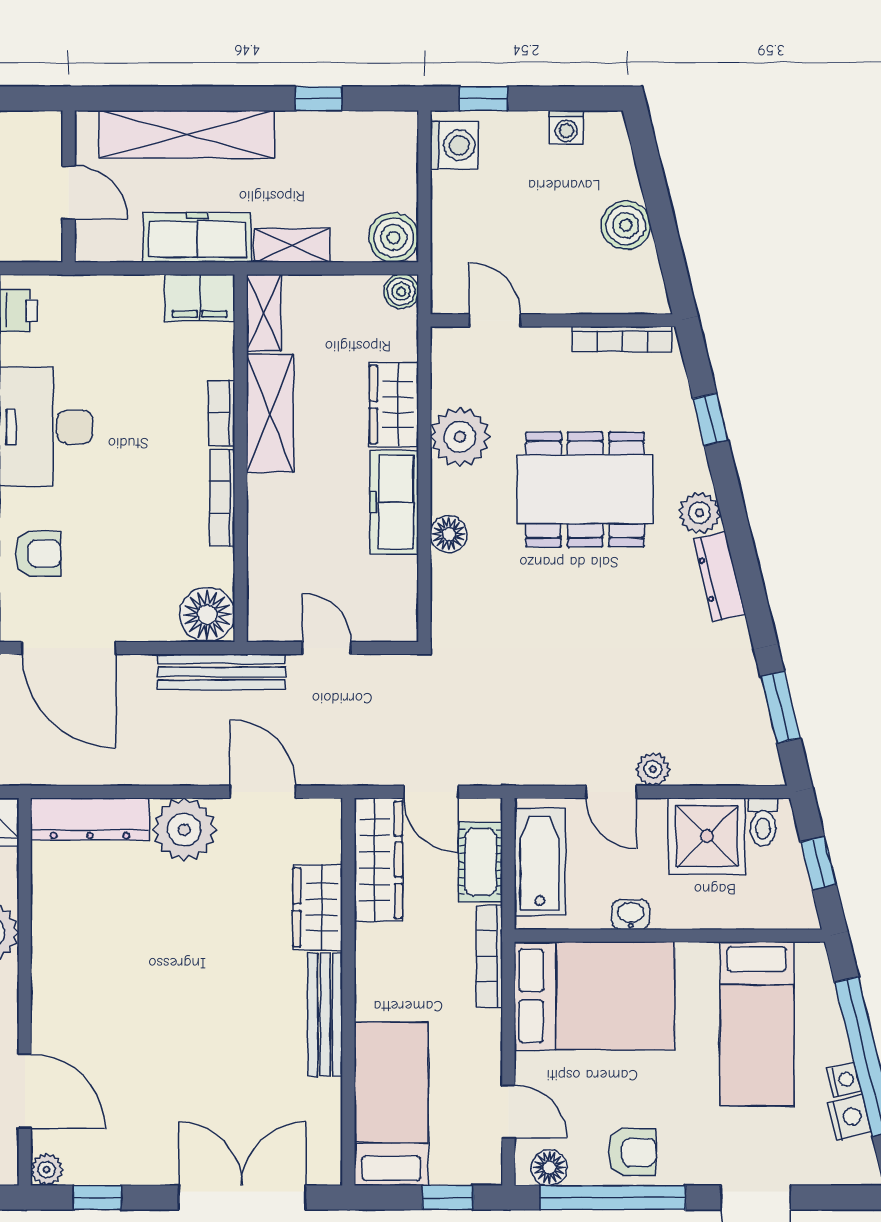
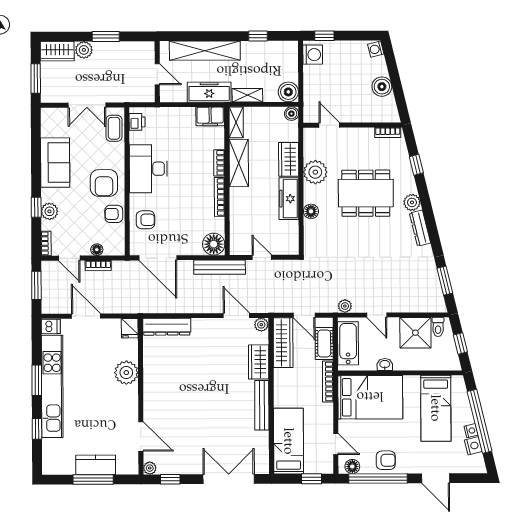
washing machine: (566, 127) -> (376, 49), moved, turned 76
bookcase: (622, 339) -> (388, 132), width x0.64
plant: (653, 769) -> (345, 306), moved
plant: (184, 830) -> (261, 325), moved, width x0.53, depth x0.53

